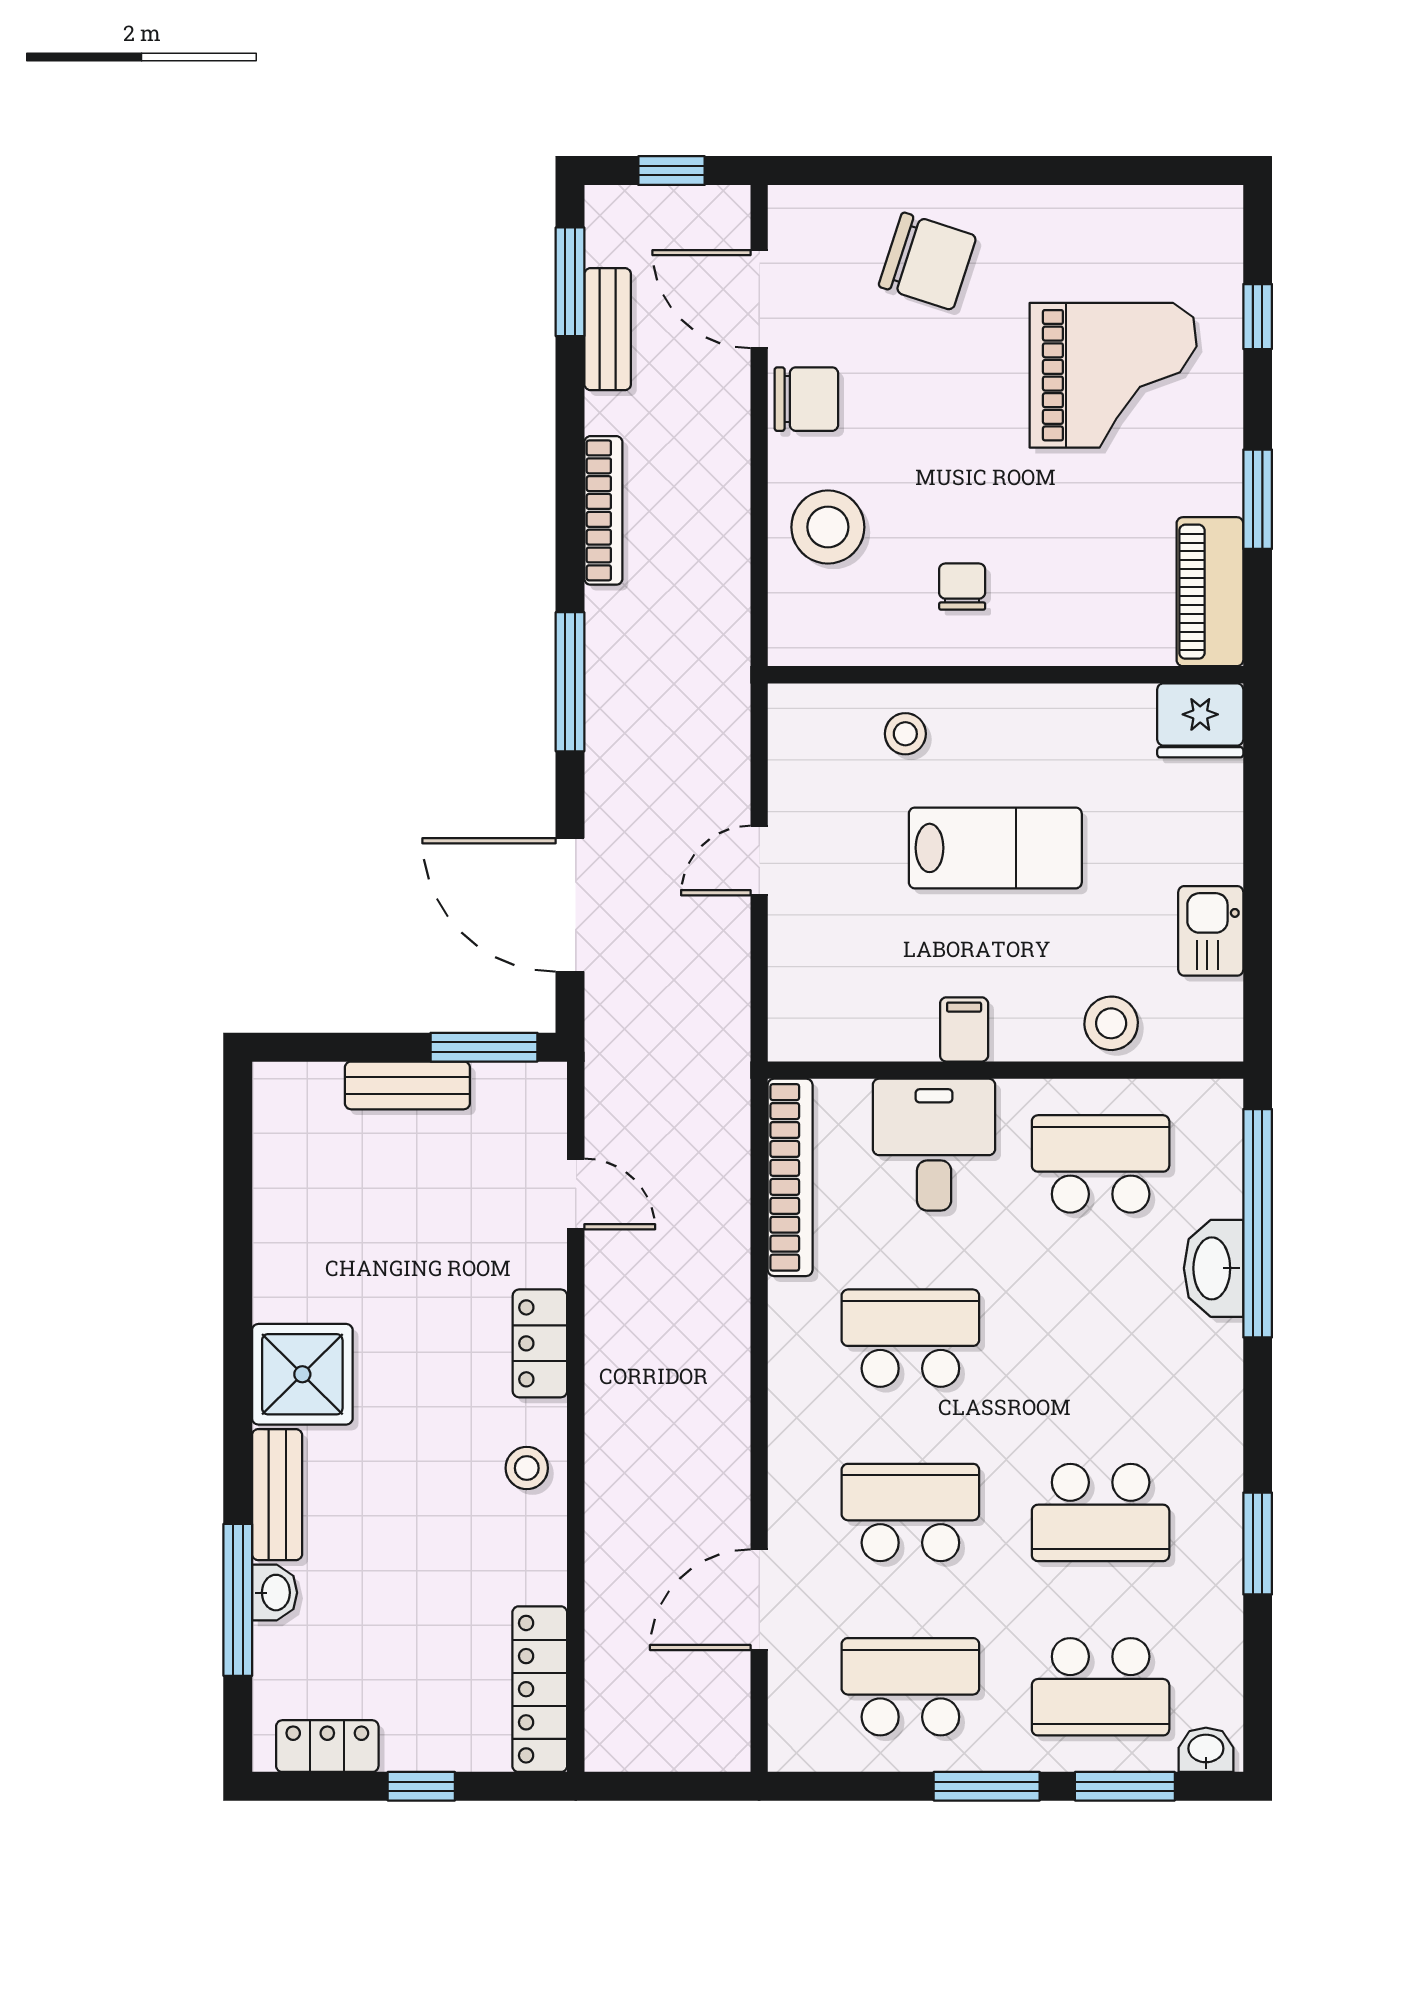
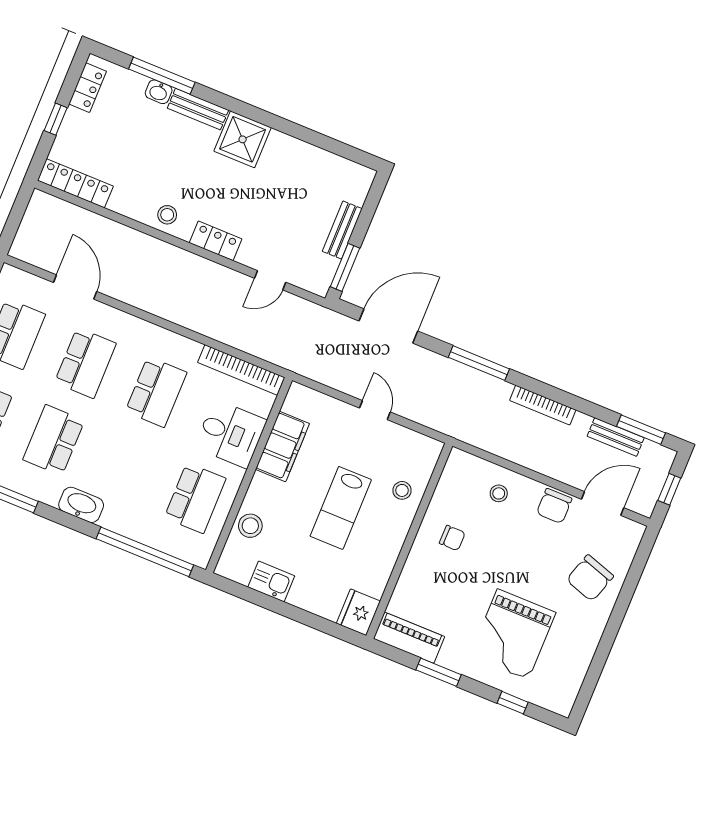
stool: (828, 527) -> (499, 493), width x0.53, depth x0.53
filing cabinet: (964, 1029) -> (282, 446), width x3.00, depth x1.17
washbasin: (1214, 1268) -> (81, 505), moved

